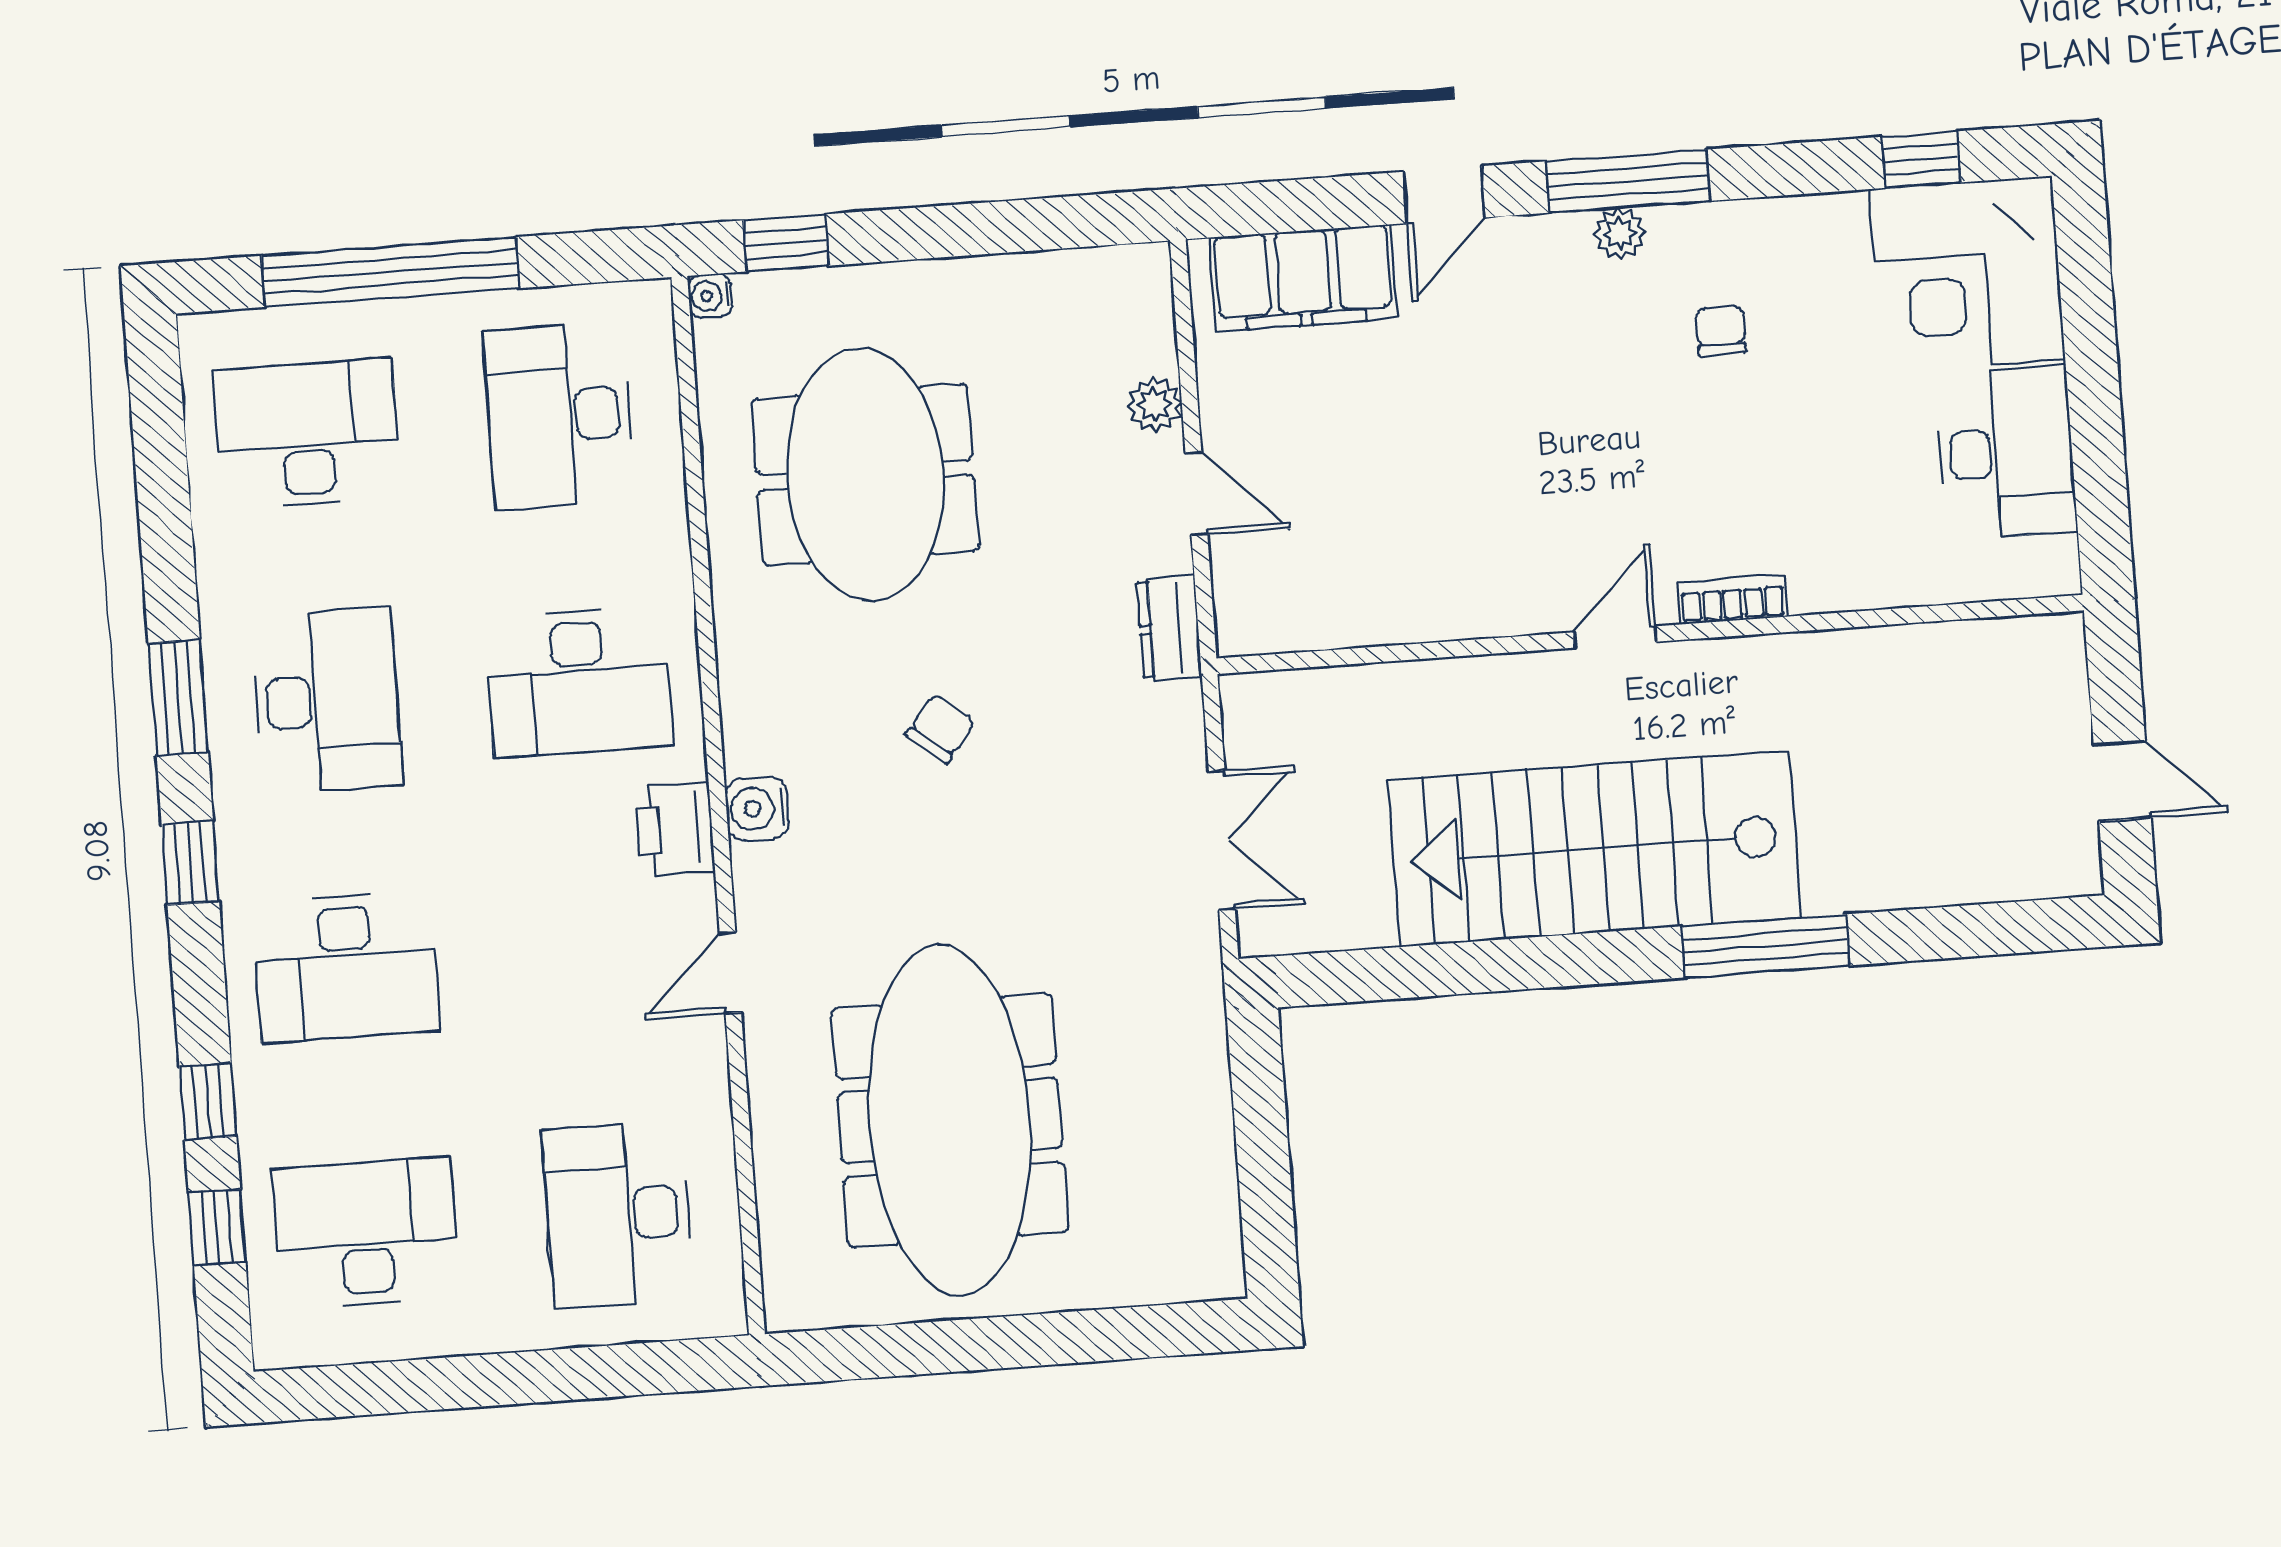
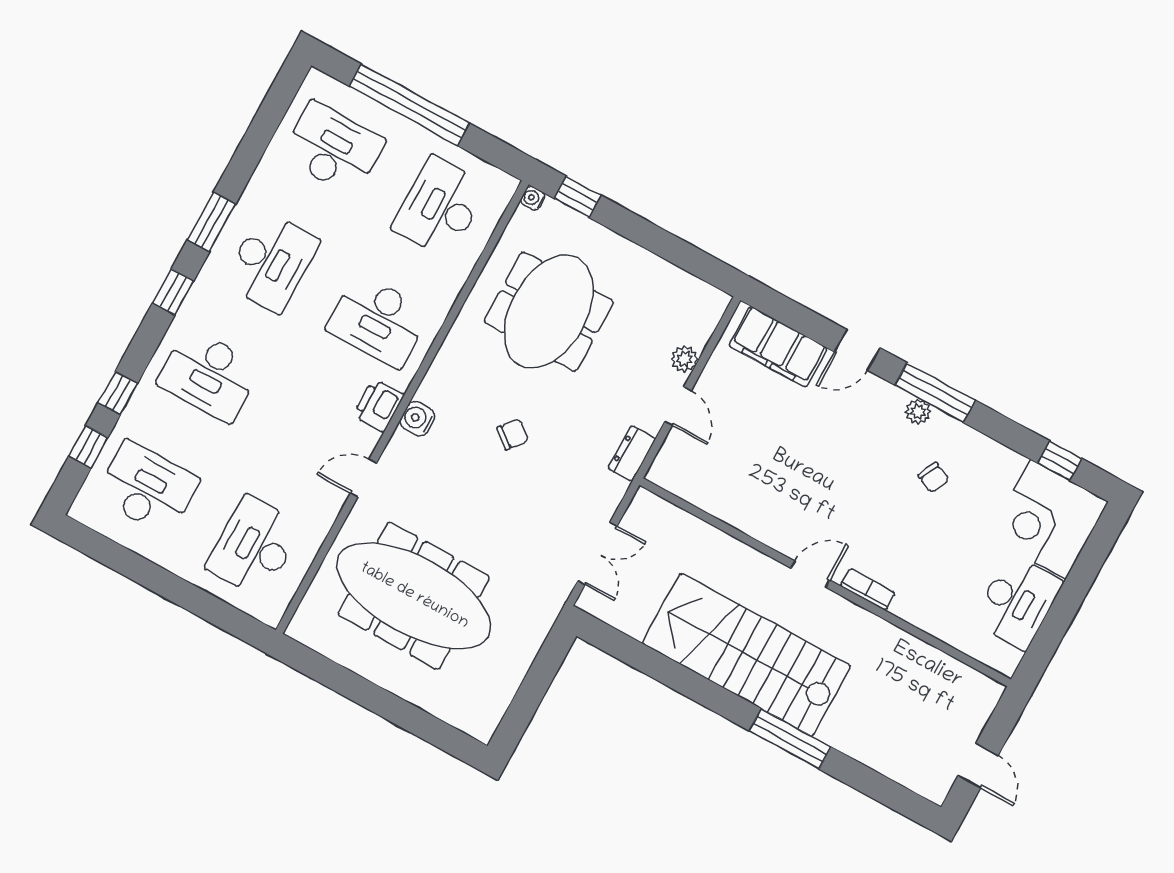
chair: (1721, 330) -> (934, 478), turned 115
meeting table: (950, 1120) -> (414, 596), turned 90

